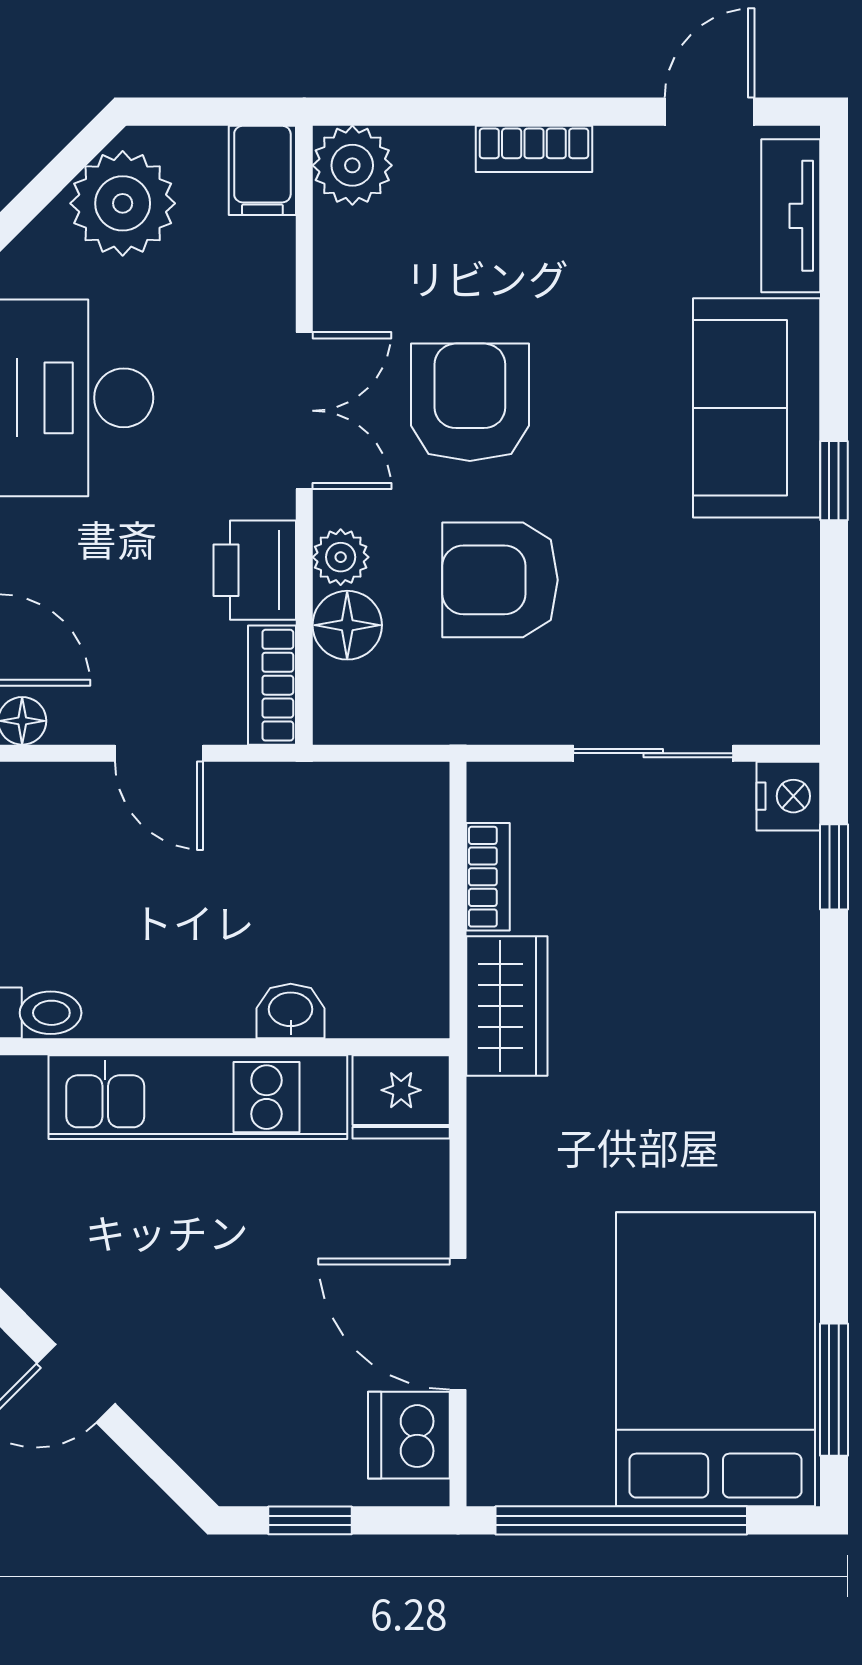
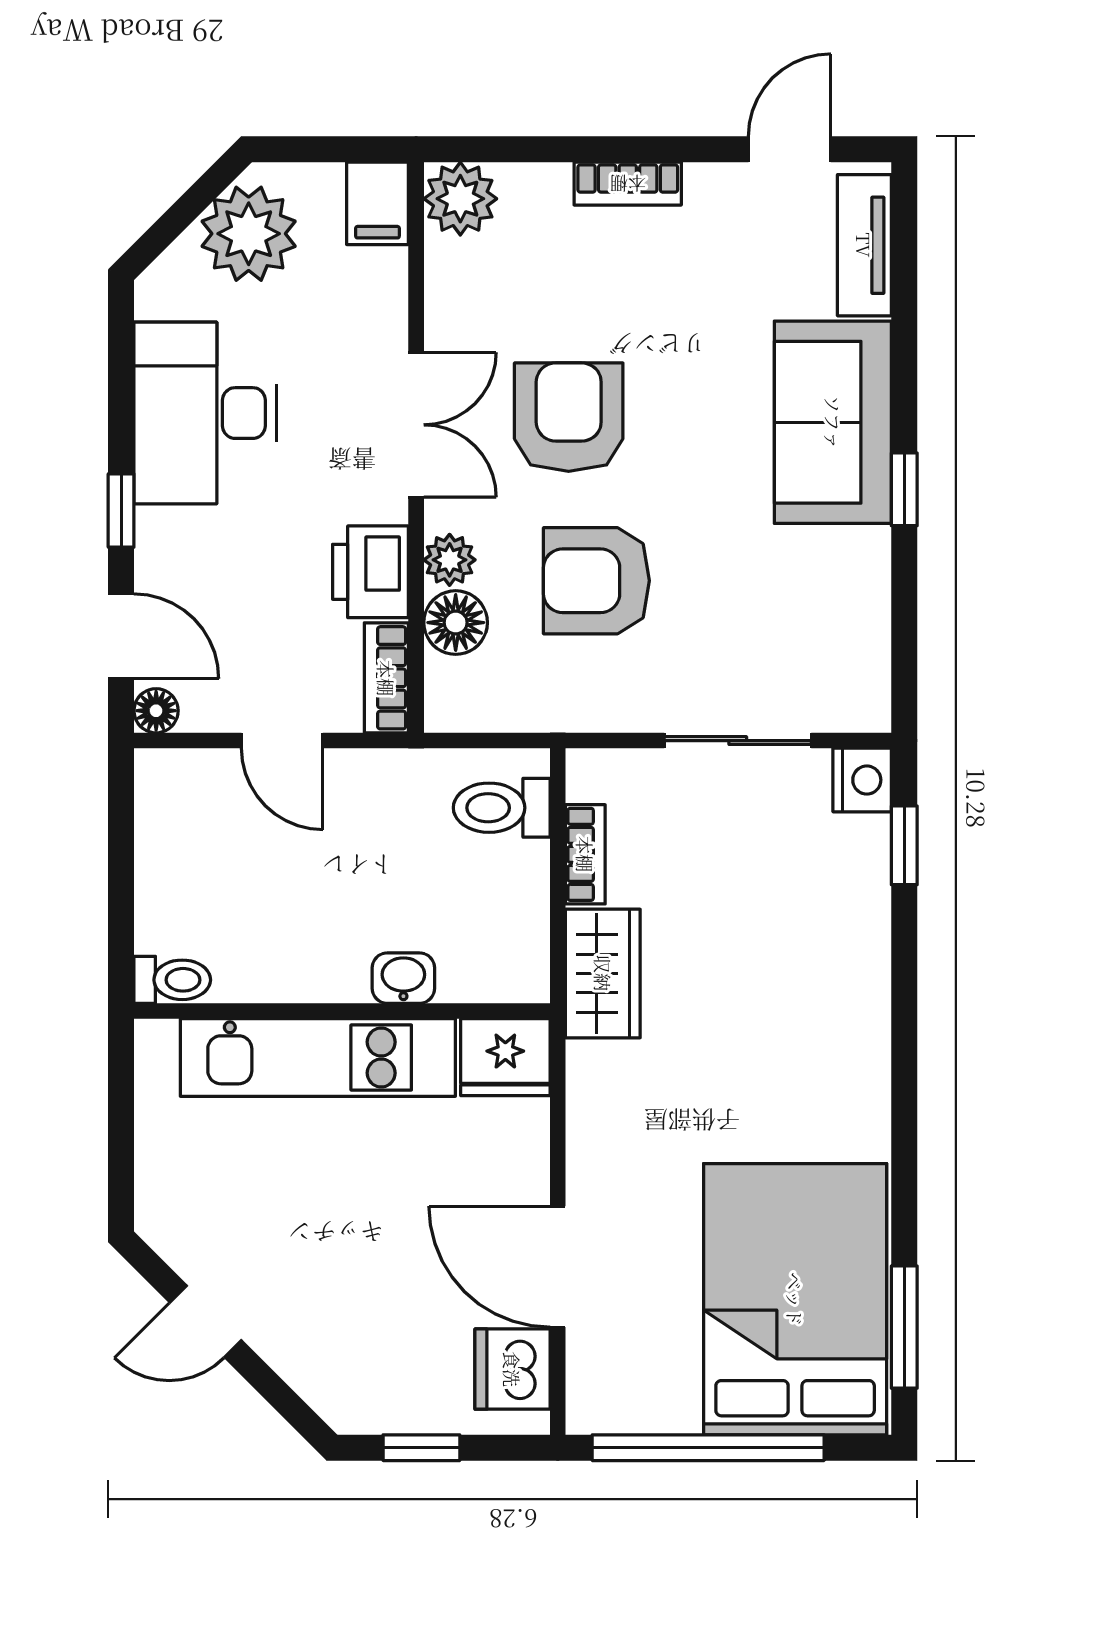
toilet: (397, 826) -> (502, 808), added

